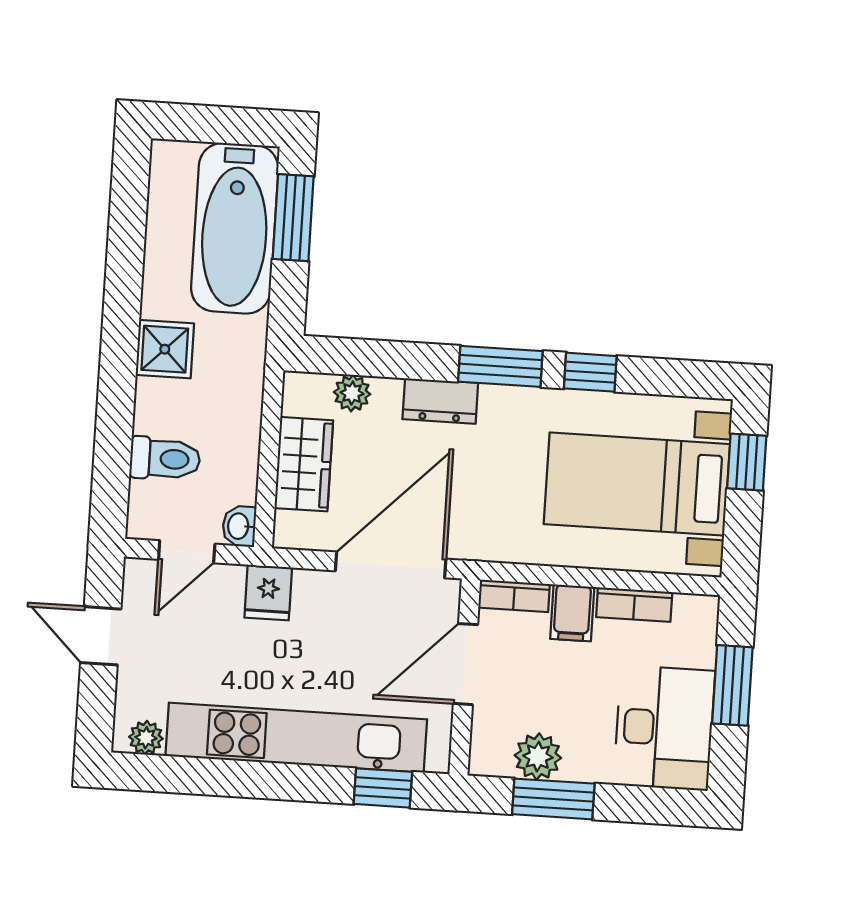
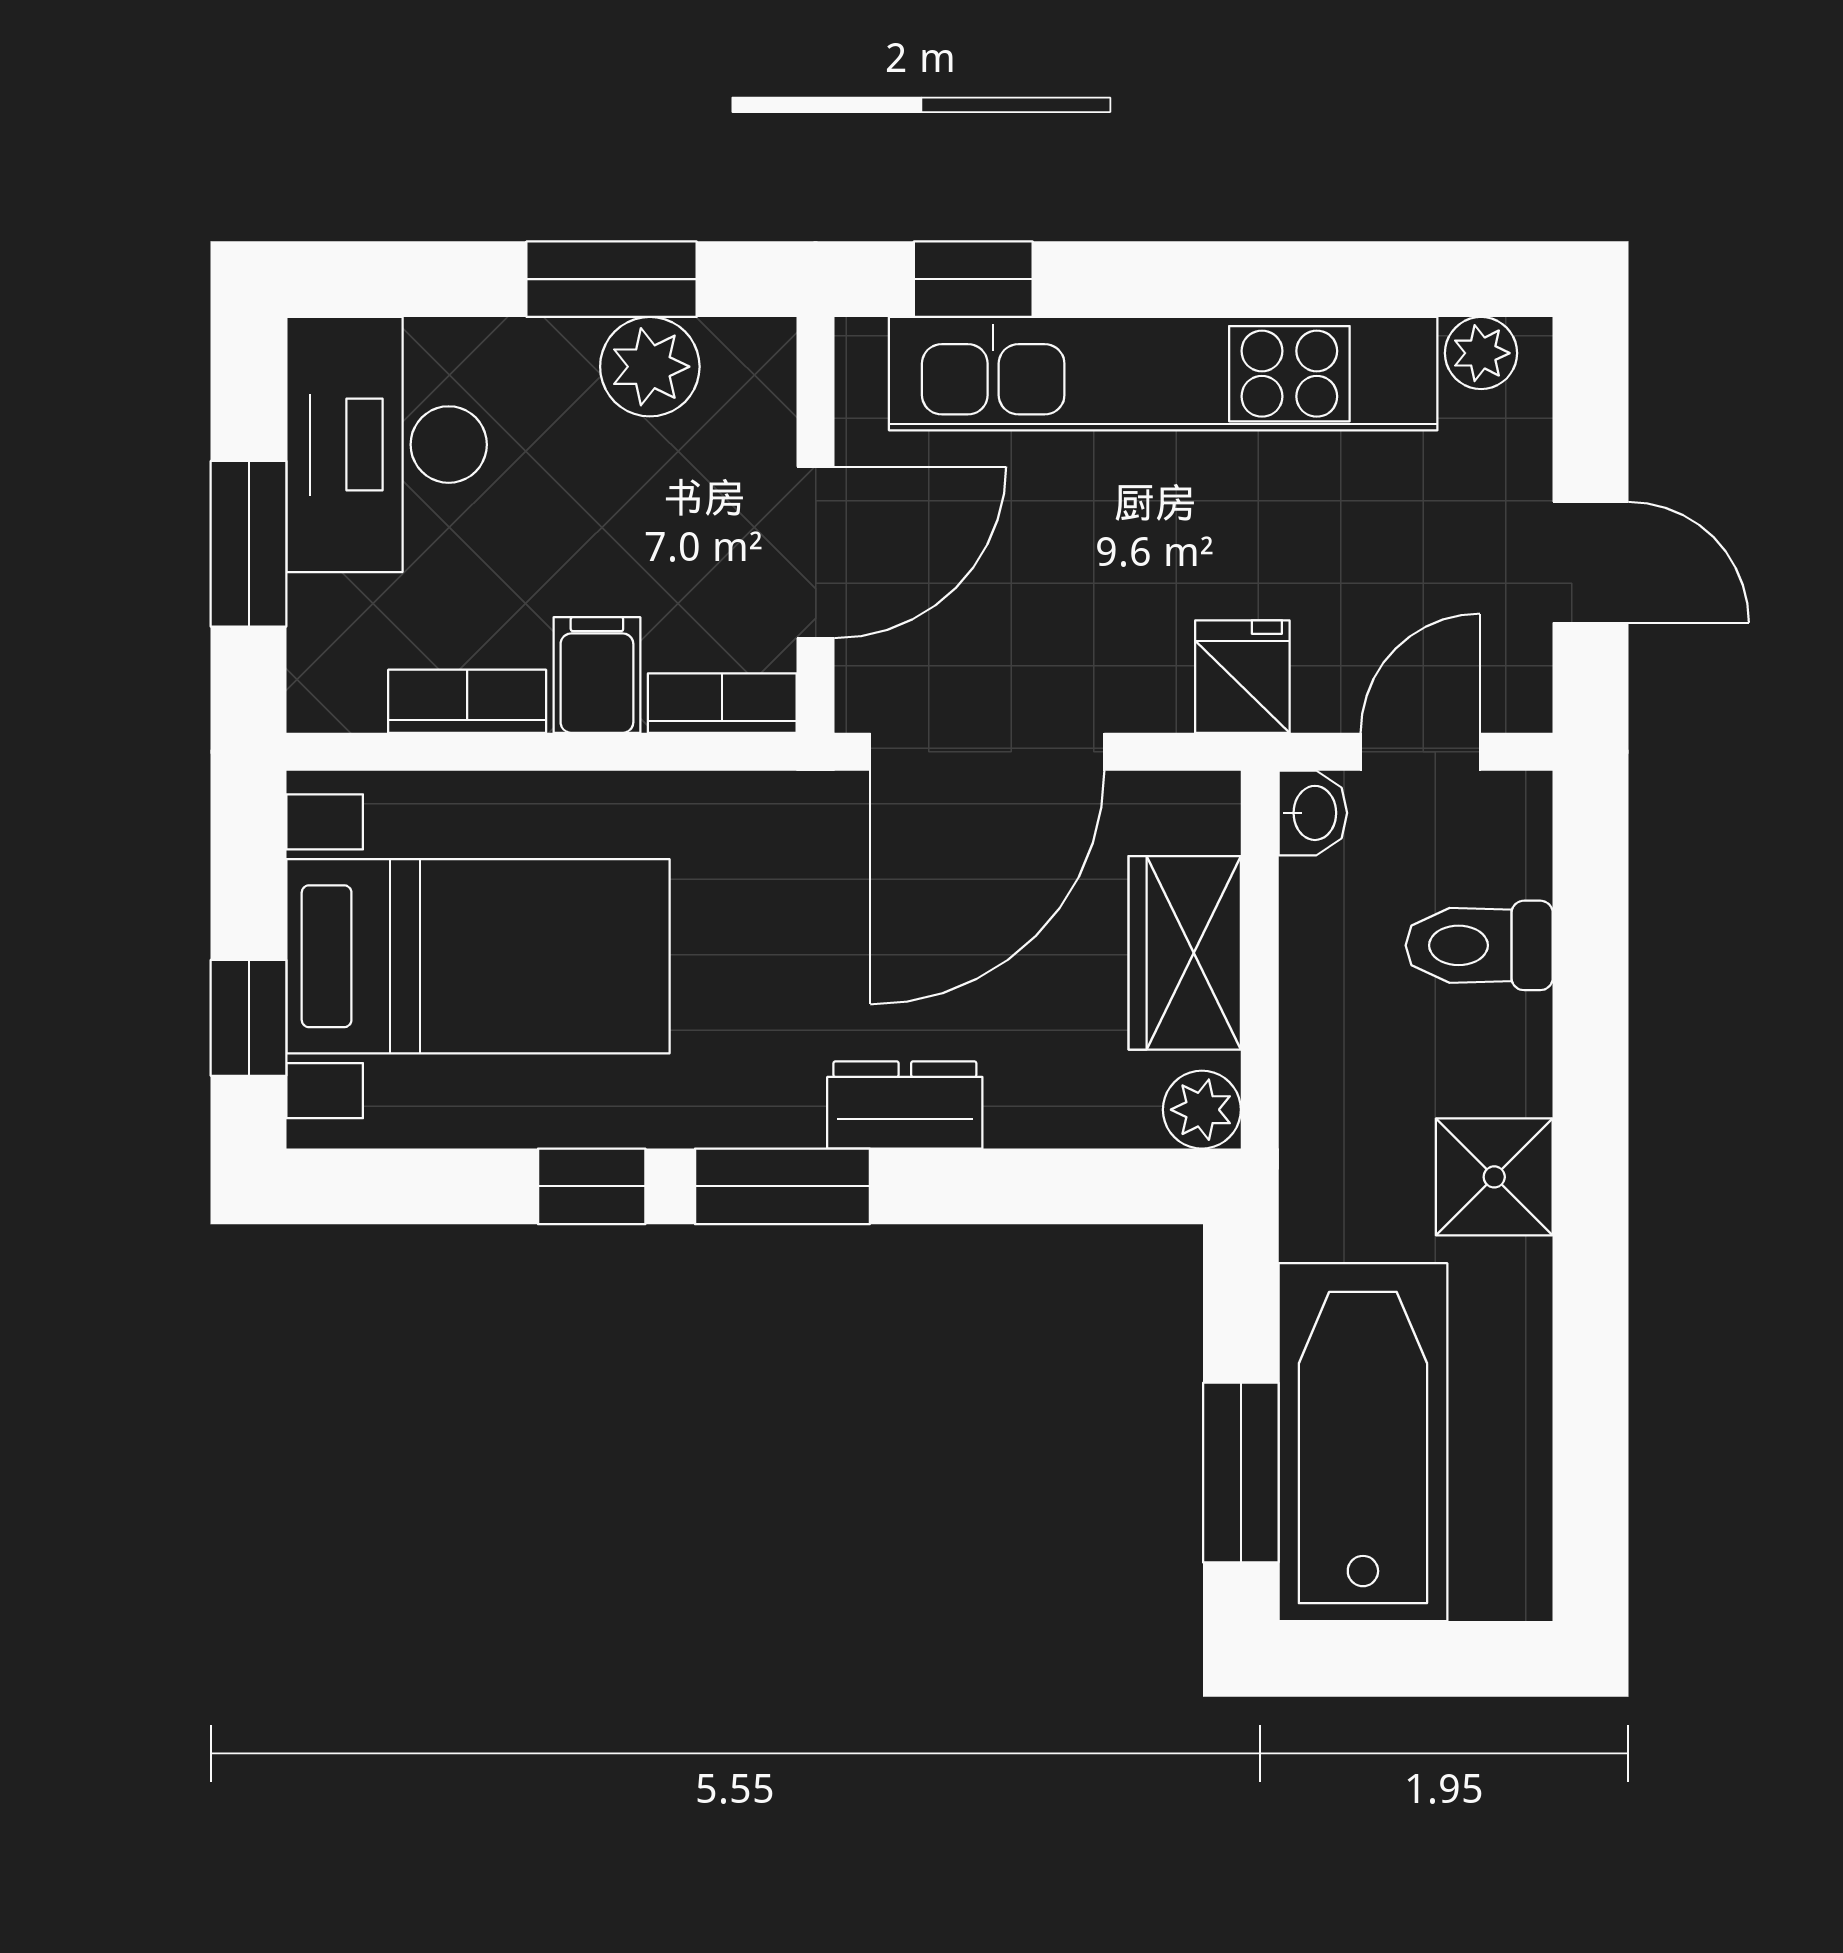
plant: (352, 393) -> (1202, 1110), moved

